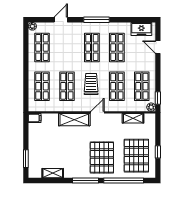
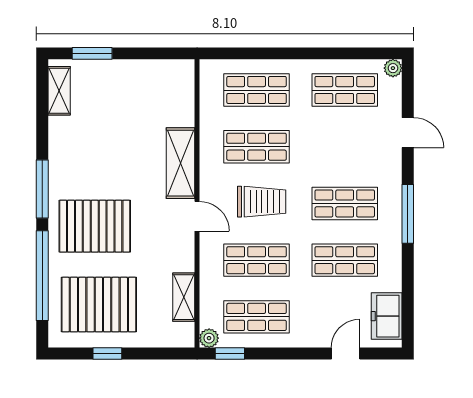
filing cabinet: (35, 118) -> (184, 73), removed
shelving: (53, 173) -> (59, 91), moved

